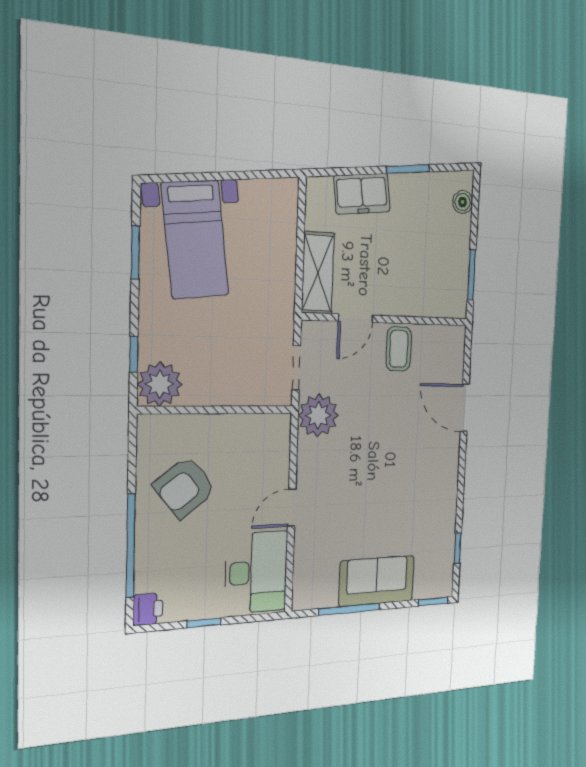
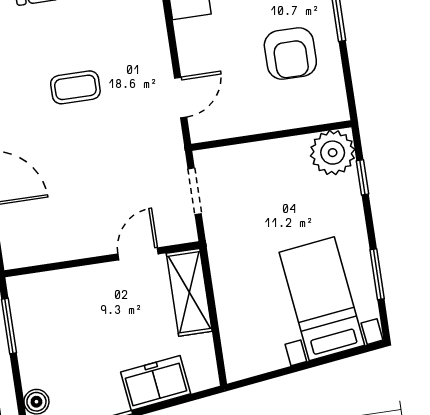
coffee table: (399, 349) -> (75, 87), moved, turned 90
plant: (318, 415) -> (161, 146), removed
armchair: (185, 487) -> (290, 54), turned 128
door: (292, 508) -> (181, 97), moved

